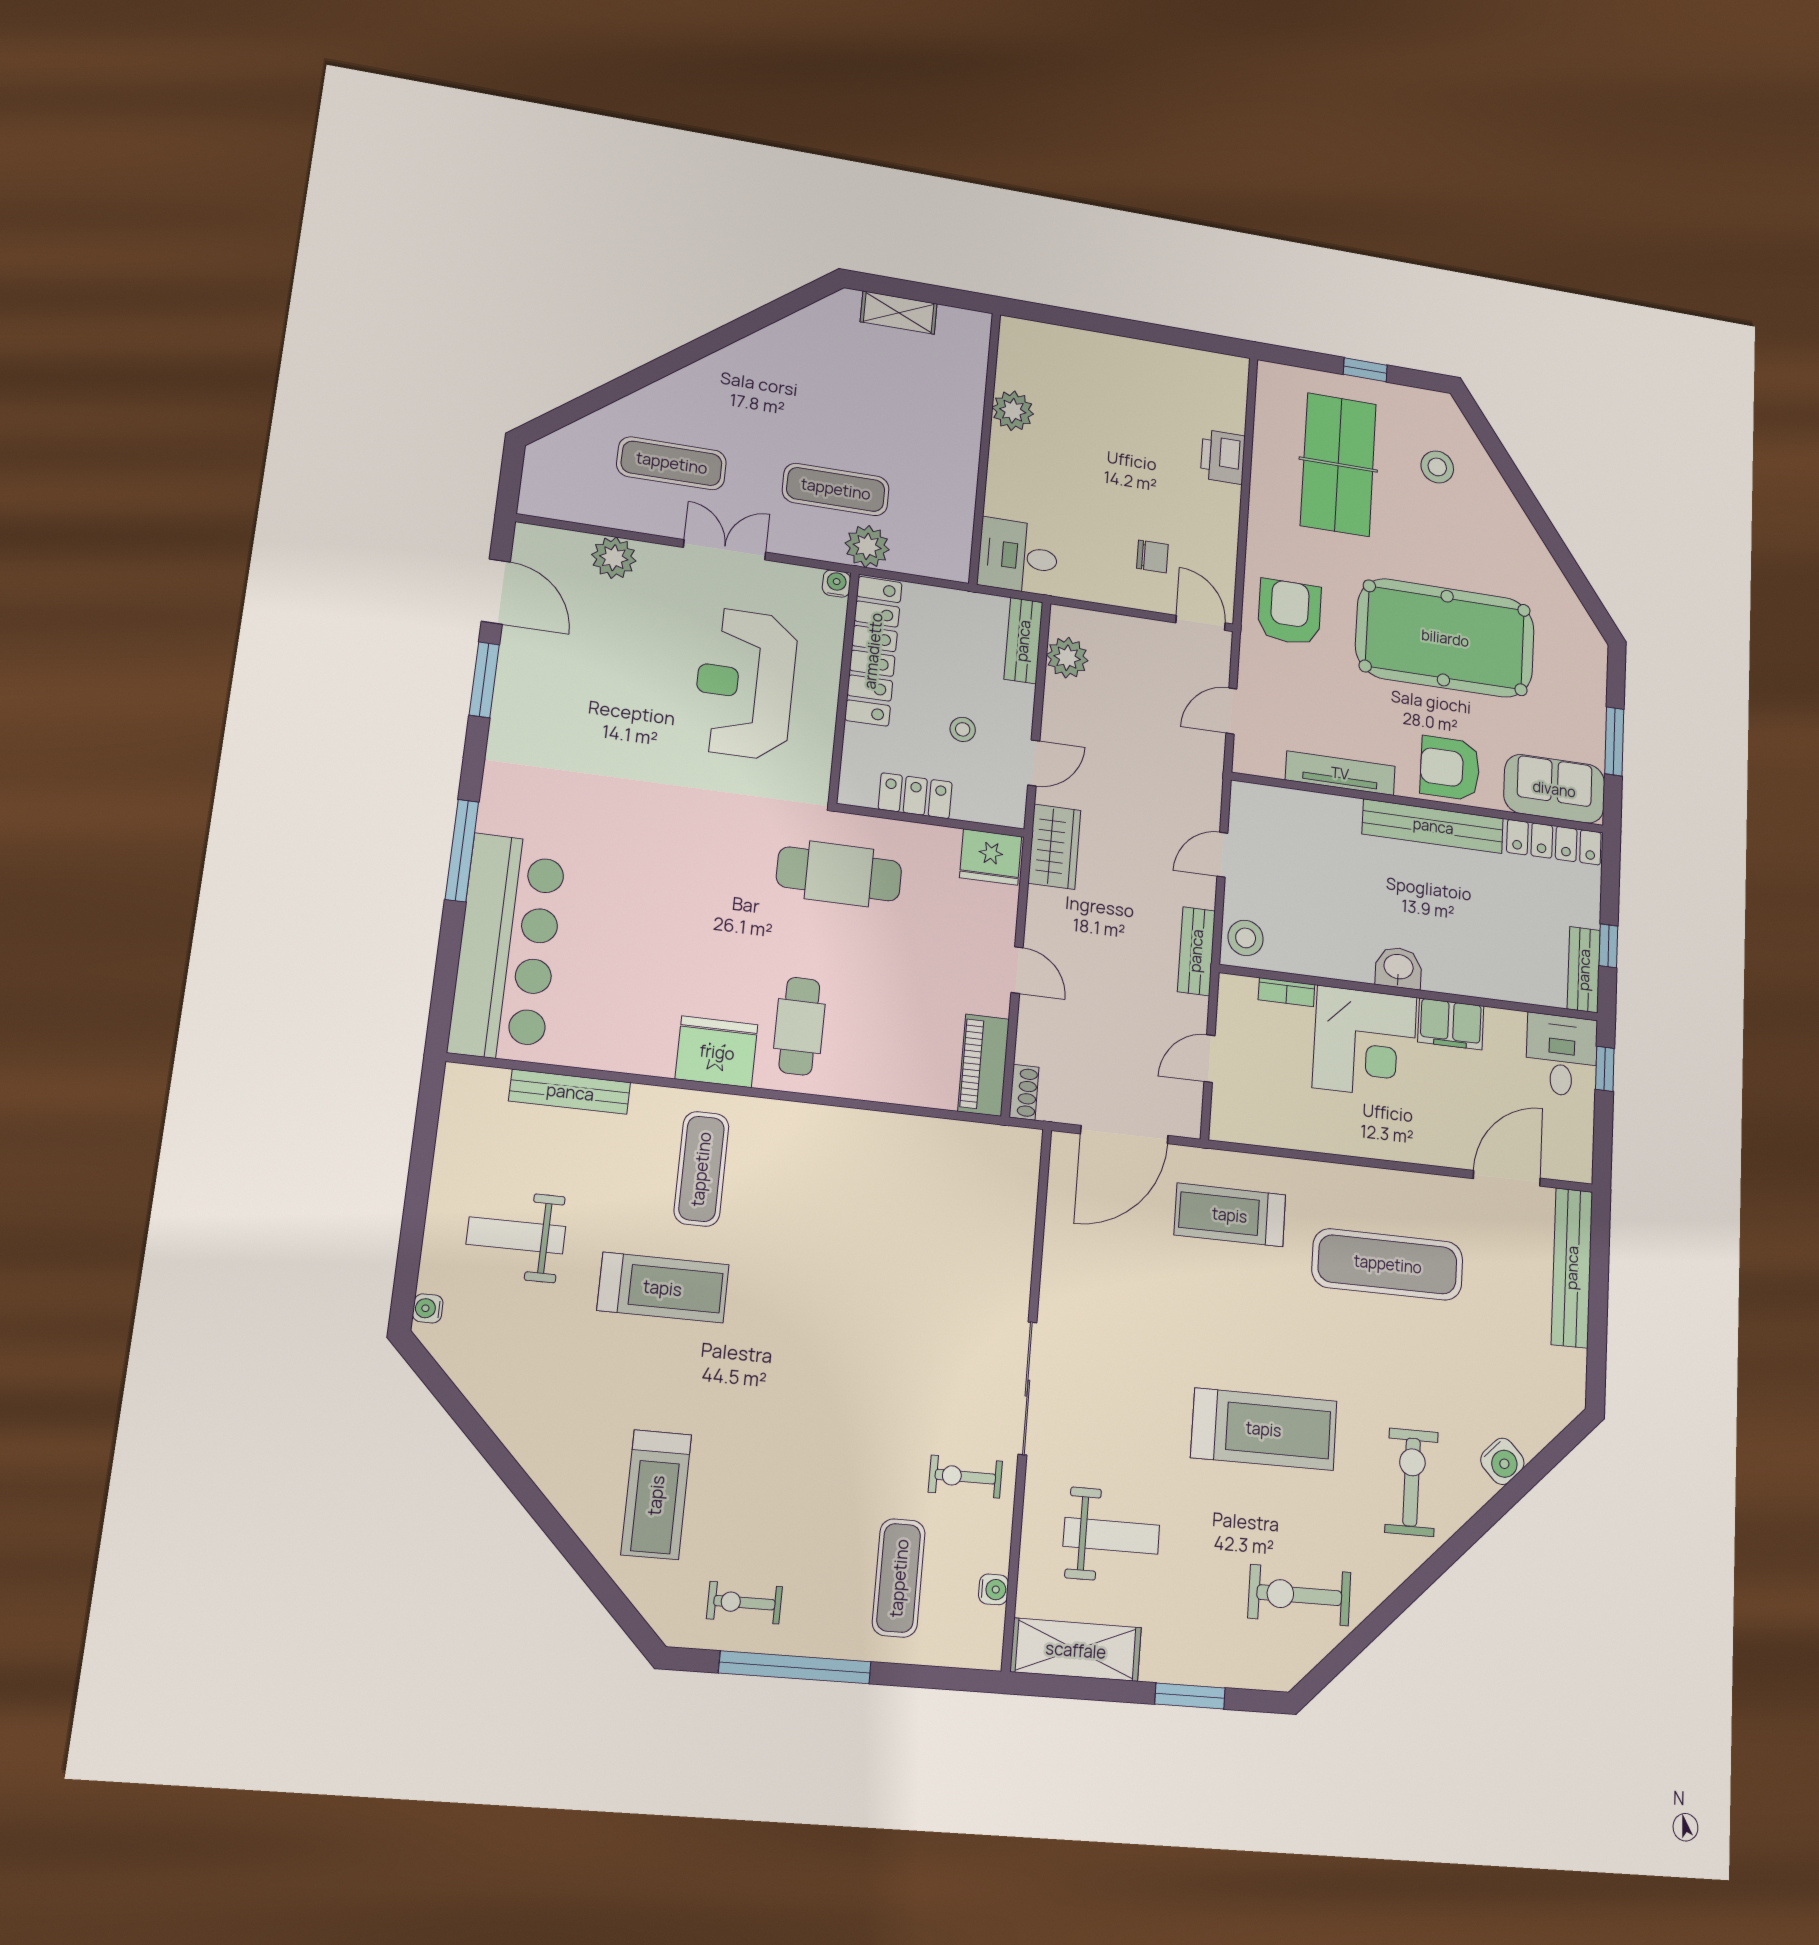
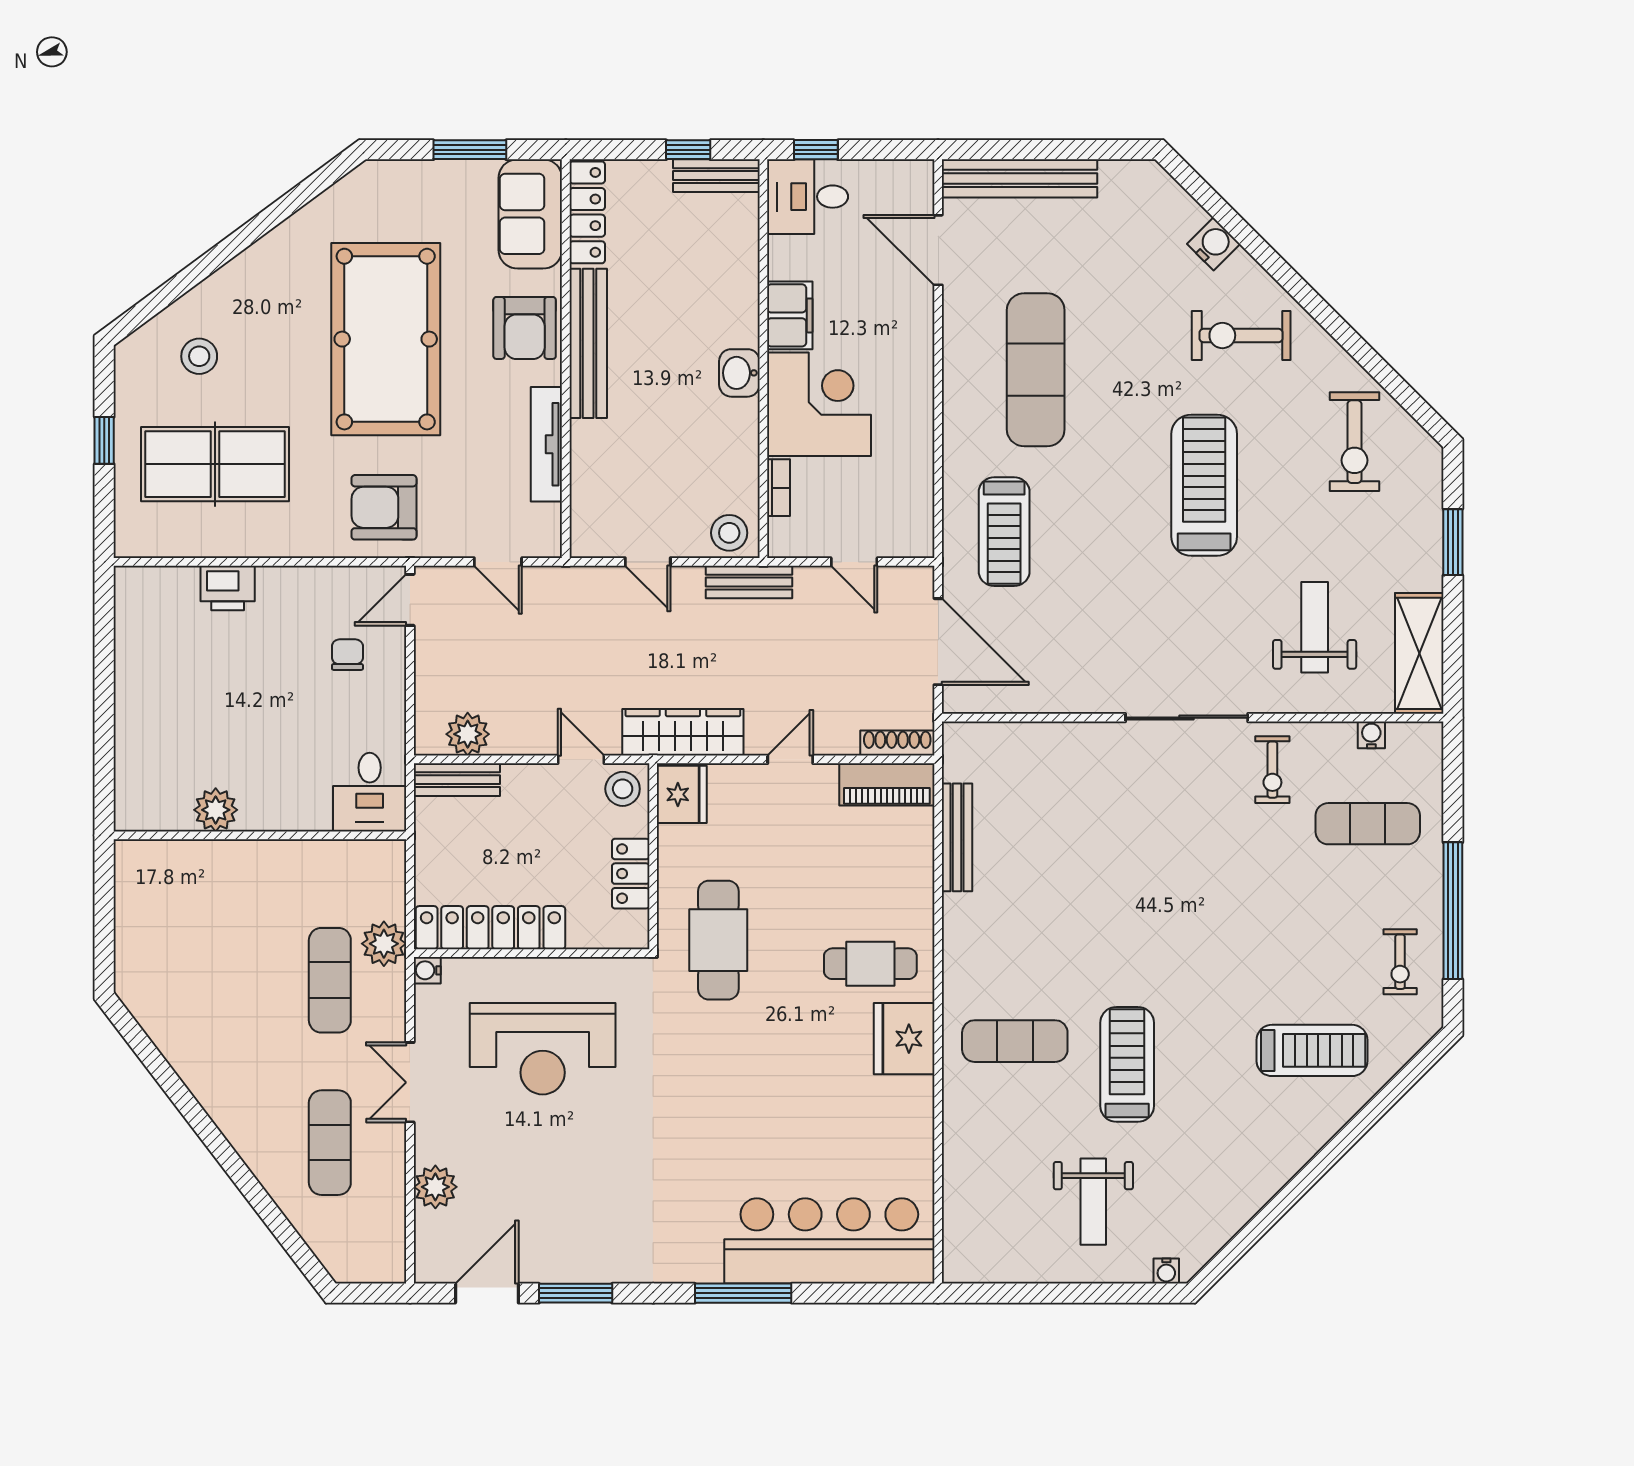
shelving: (899, 313) -> (131, 935), removed
stool: (963, 729) -> (623, 789), moved, width x1.37, depth x1.37
wardrobe: (1054, 847) -> (683, 732), width x1.50
bench: (570, 1092) -> (957, 837), moved
shoe rack: (1024, 1092) -> (897, 743), width x1.43

